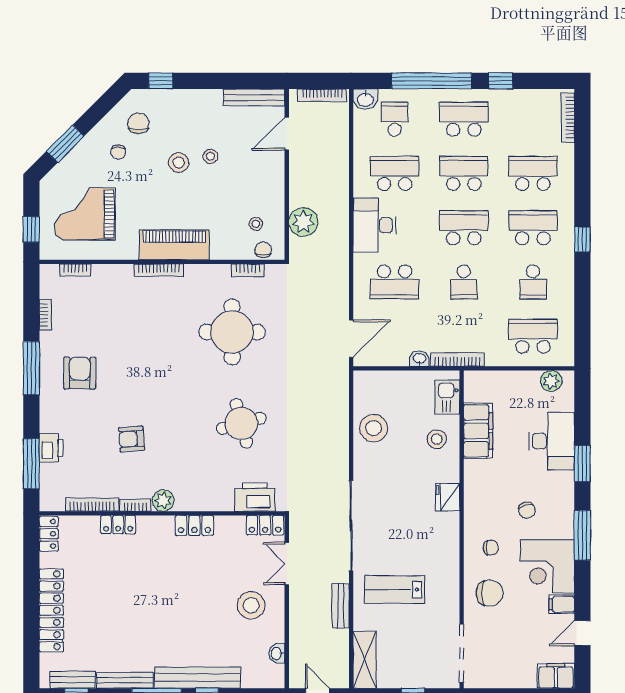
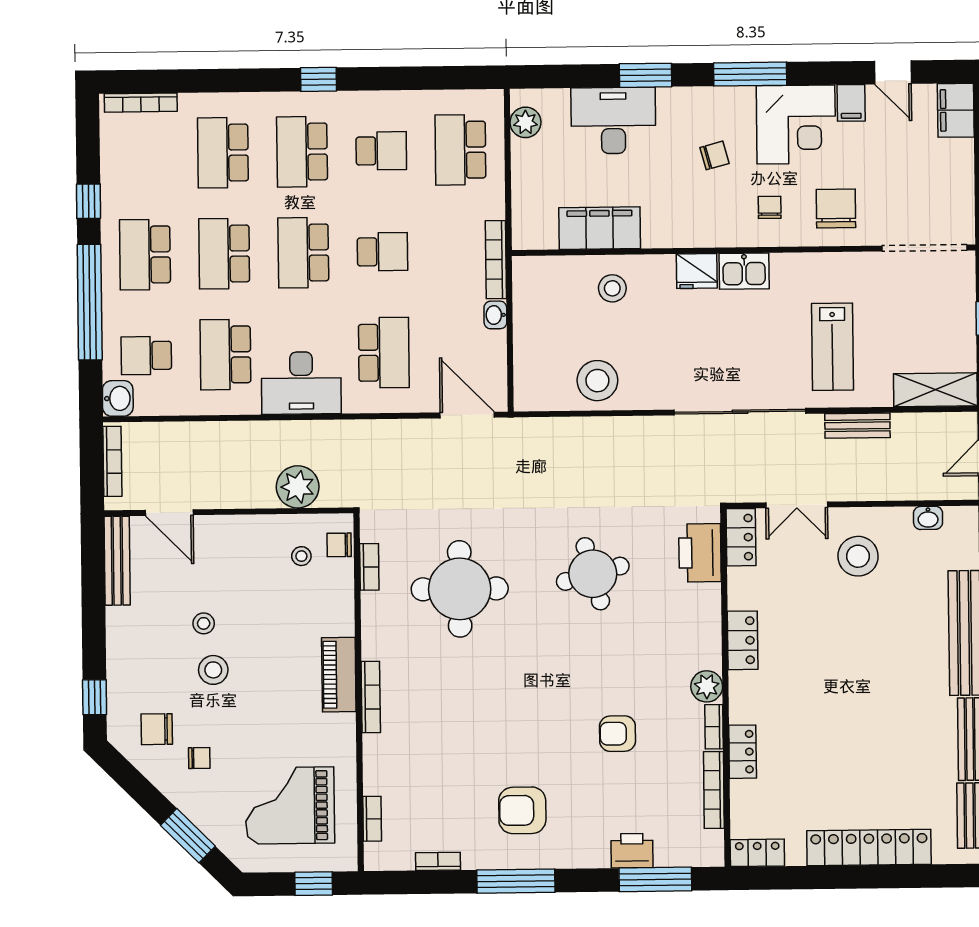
grand piano: (85, 214) -> (290, 806), turned 90
piano: (174, 245) -> (339, 675), width x0.73, depth x0.75
kitchen sink: (447, 397) -> (744, 271), moved
armchair: (132, 439) -> (618, 734), turned 94

